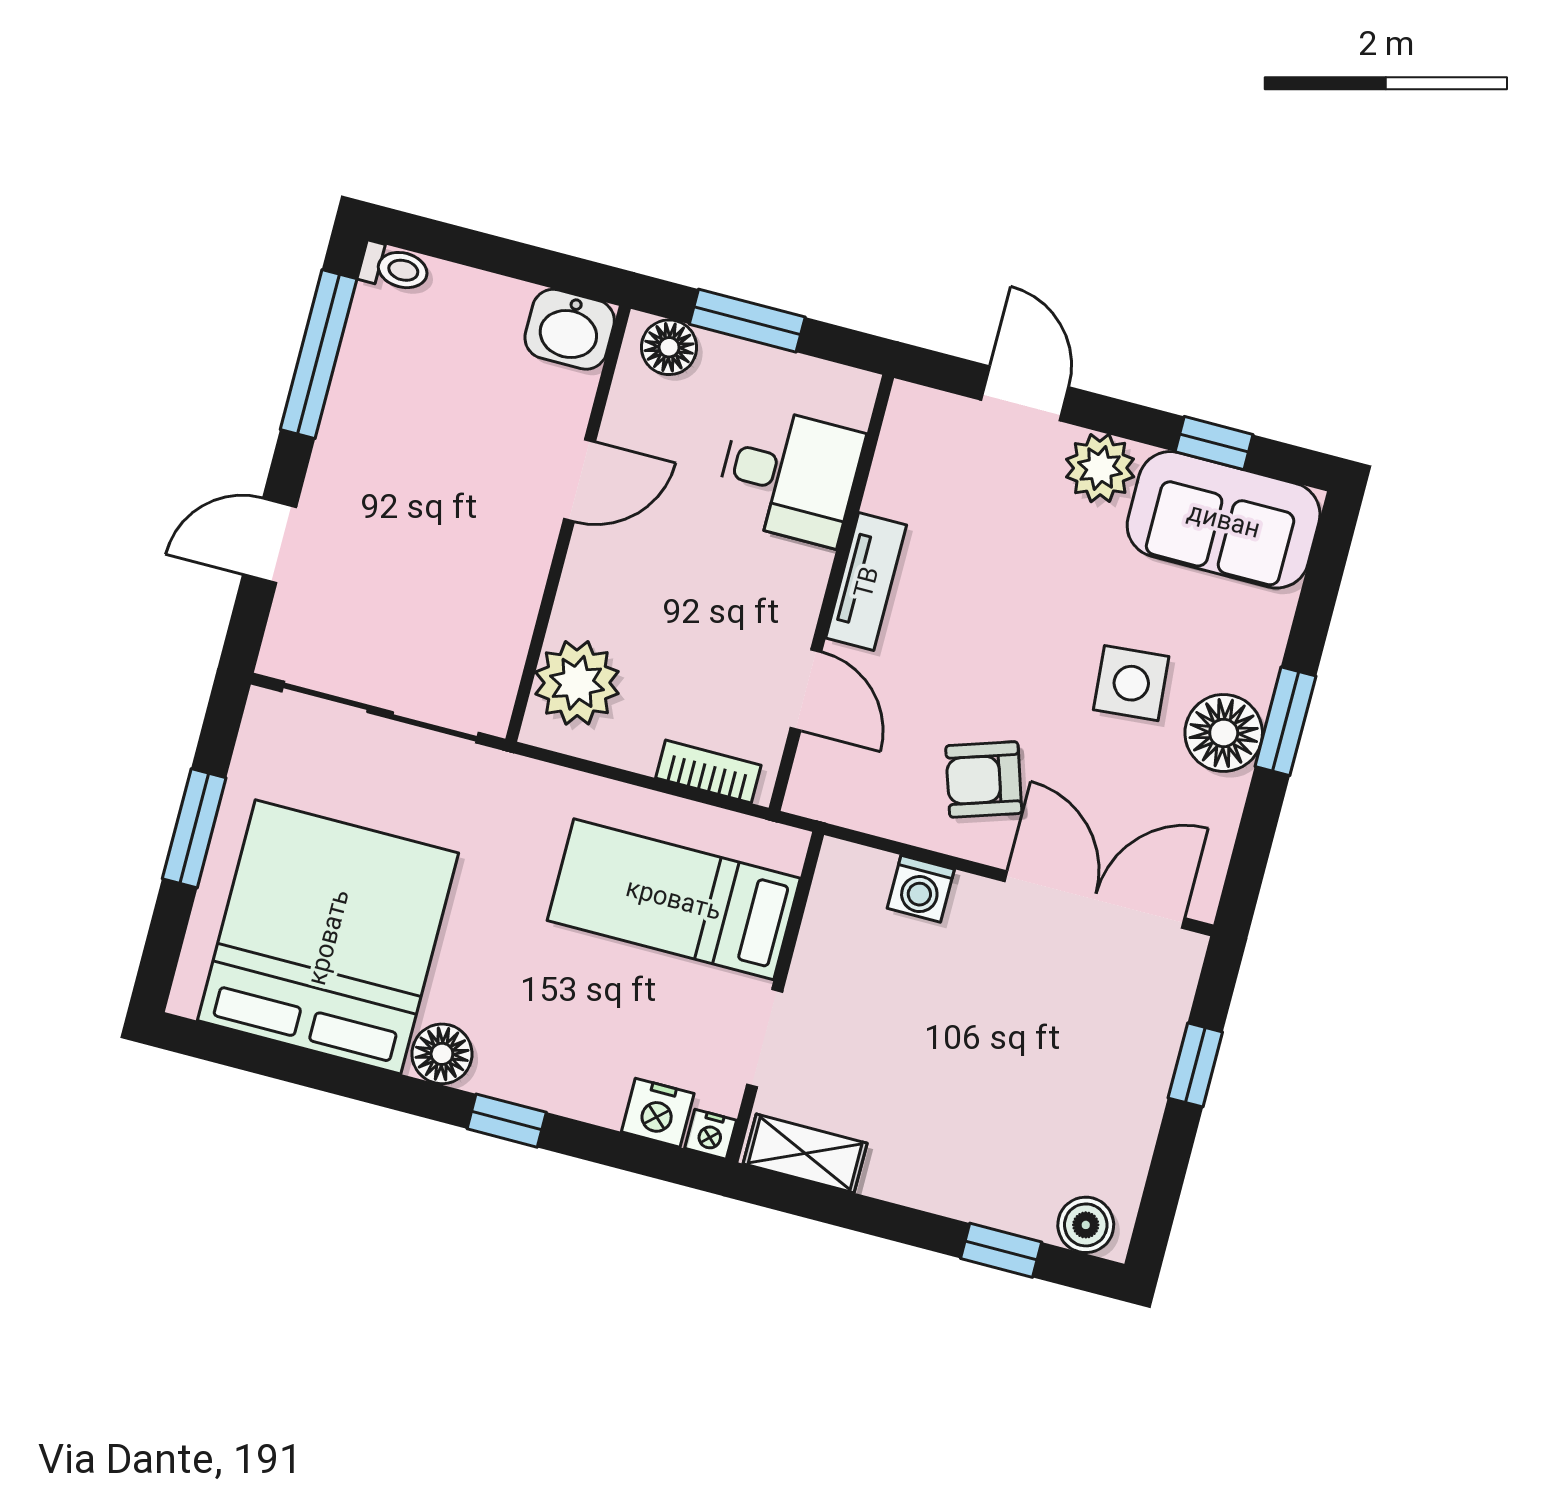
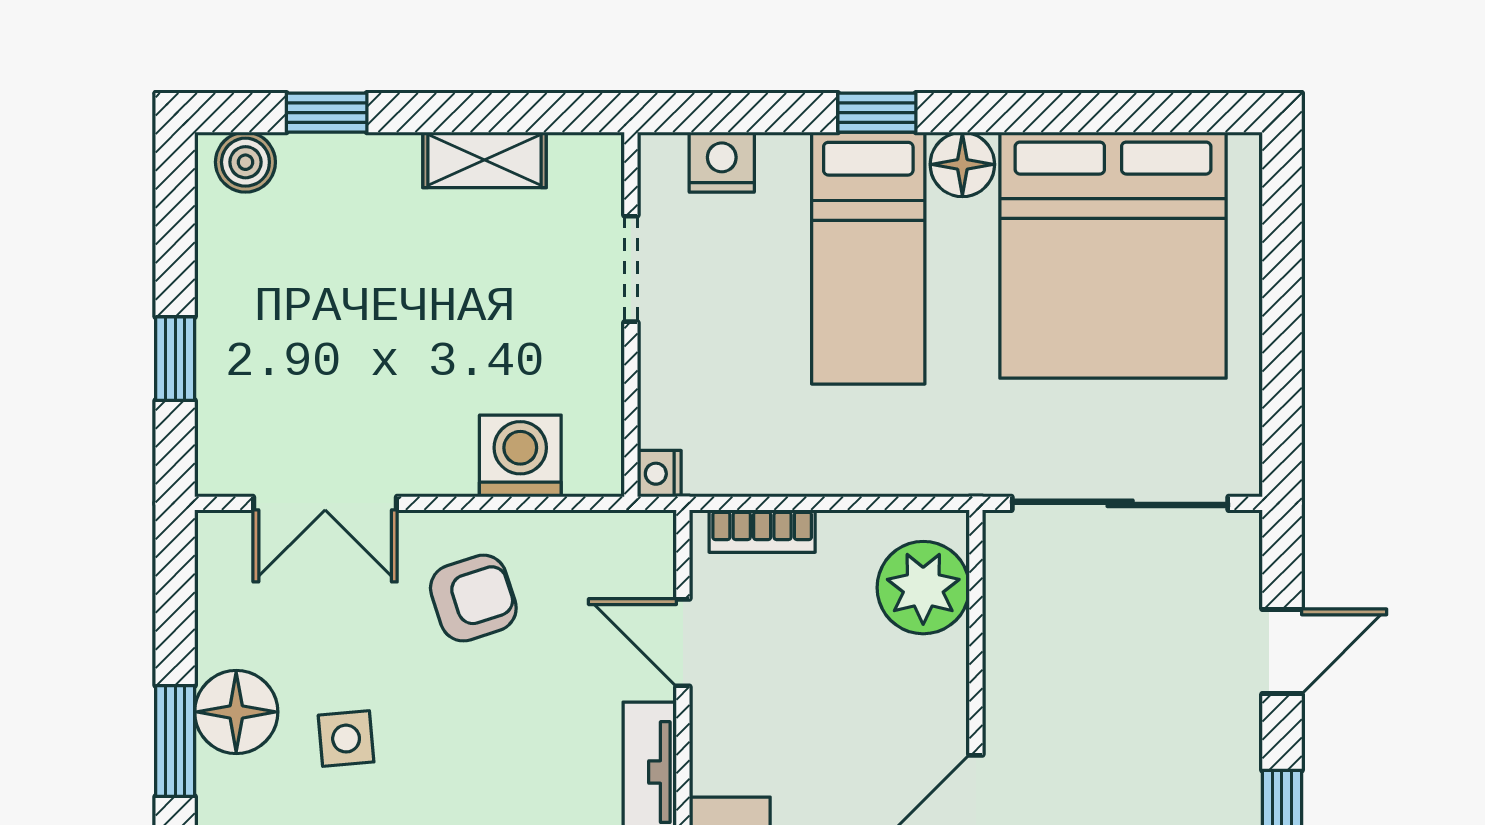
side table: (1131, 683) -> (346, 739), width x0.73, depth x0.73
window: (194, 828) -> (1282, 332), removed
washing machine: (921, 889) -> (520, 456), width x1.38, depth x1.38
bed: (674, 899) -> (868, 258), moved, turned 90
double door: (1095, 900) -> (325, 503), width x0.73
nightstand: (711, 1134) -> (659, 474), moved, turned -90
shelving: (805, 1153) -> (484, 160), moved

